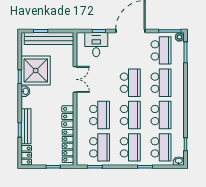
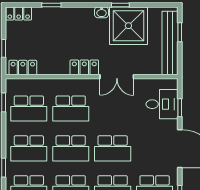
locker: (68, 117) -> (84, 67), moved
bench: (26, 126) -> (56, 13), removed
locker: (68, 146) -> (23, 68), width x0.66

